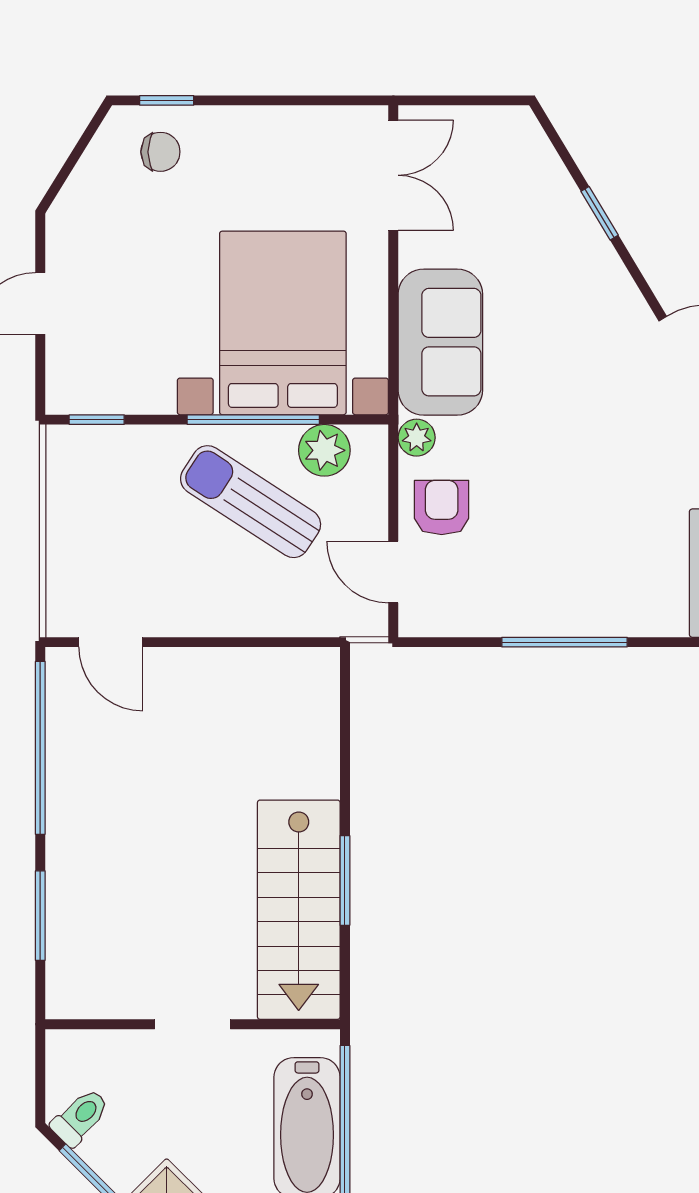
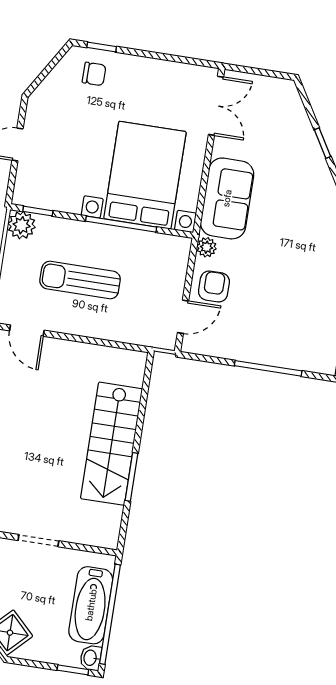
plant: (324, 450) -> (22, 225), moved
sun lounger: (251, 502) -> (80, 280), moved, turned -33
door: (393, 572) -> (183, 317), swing flipped
stairs: (299, 910) -> (111, 444), moved

